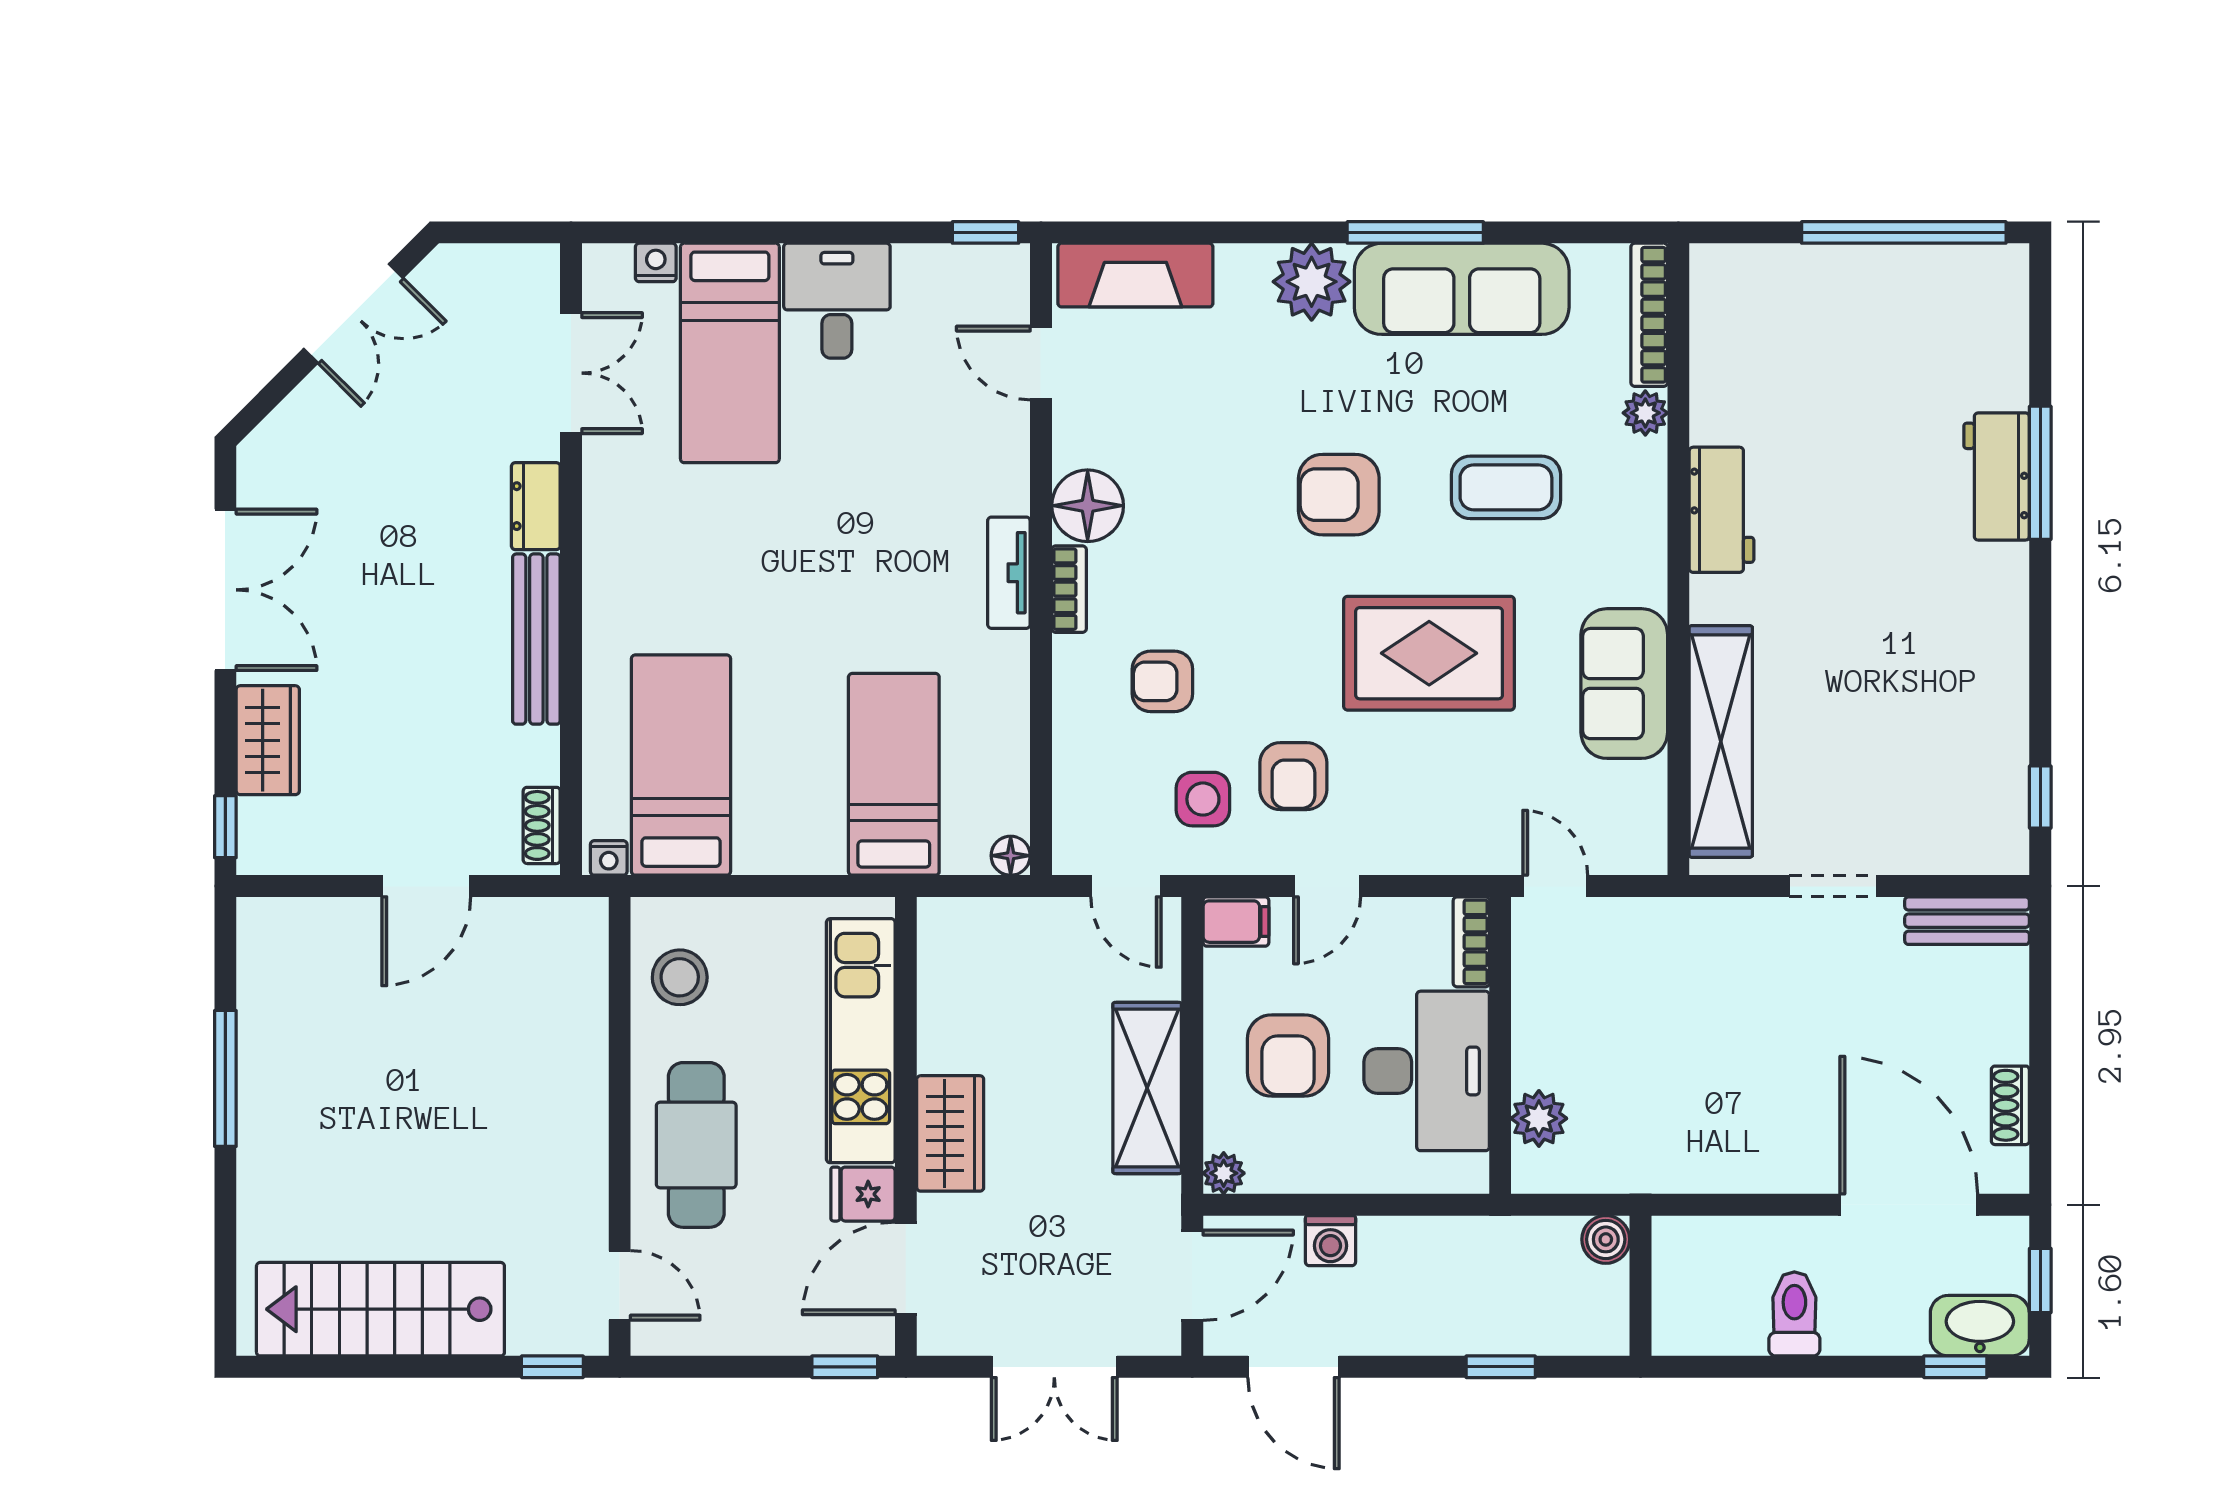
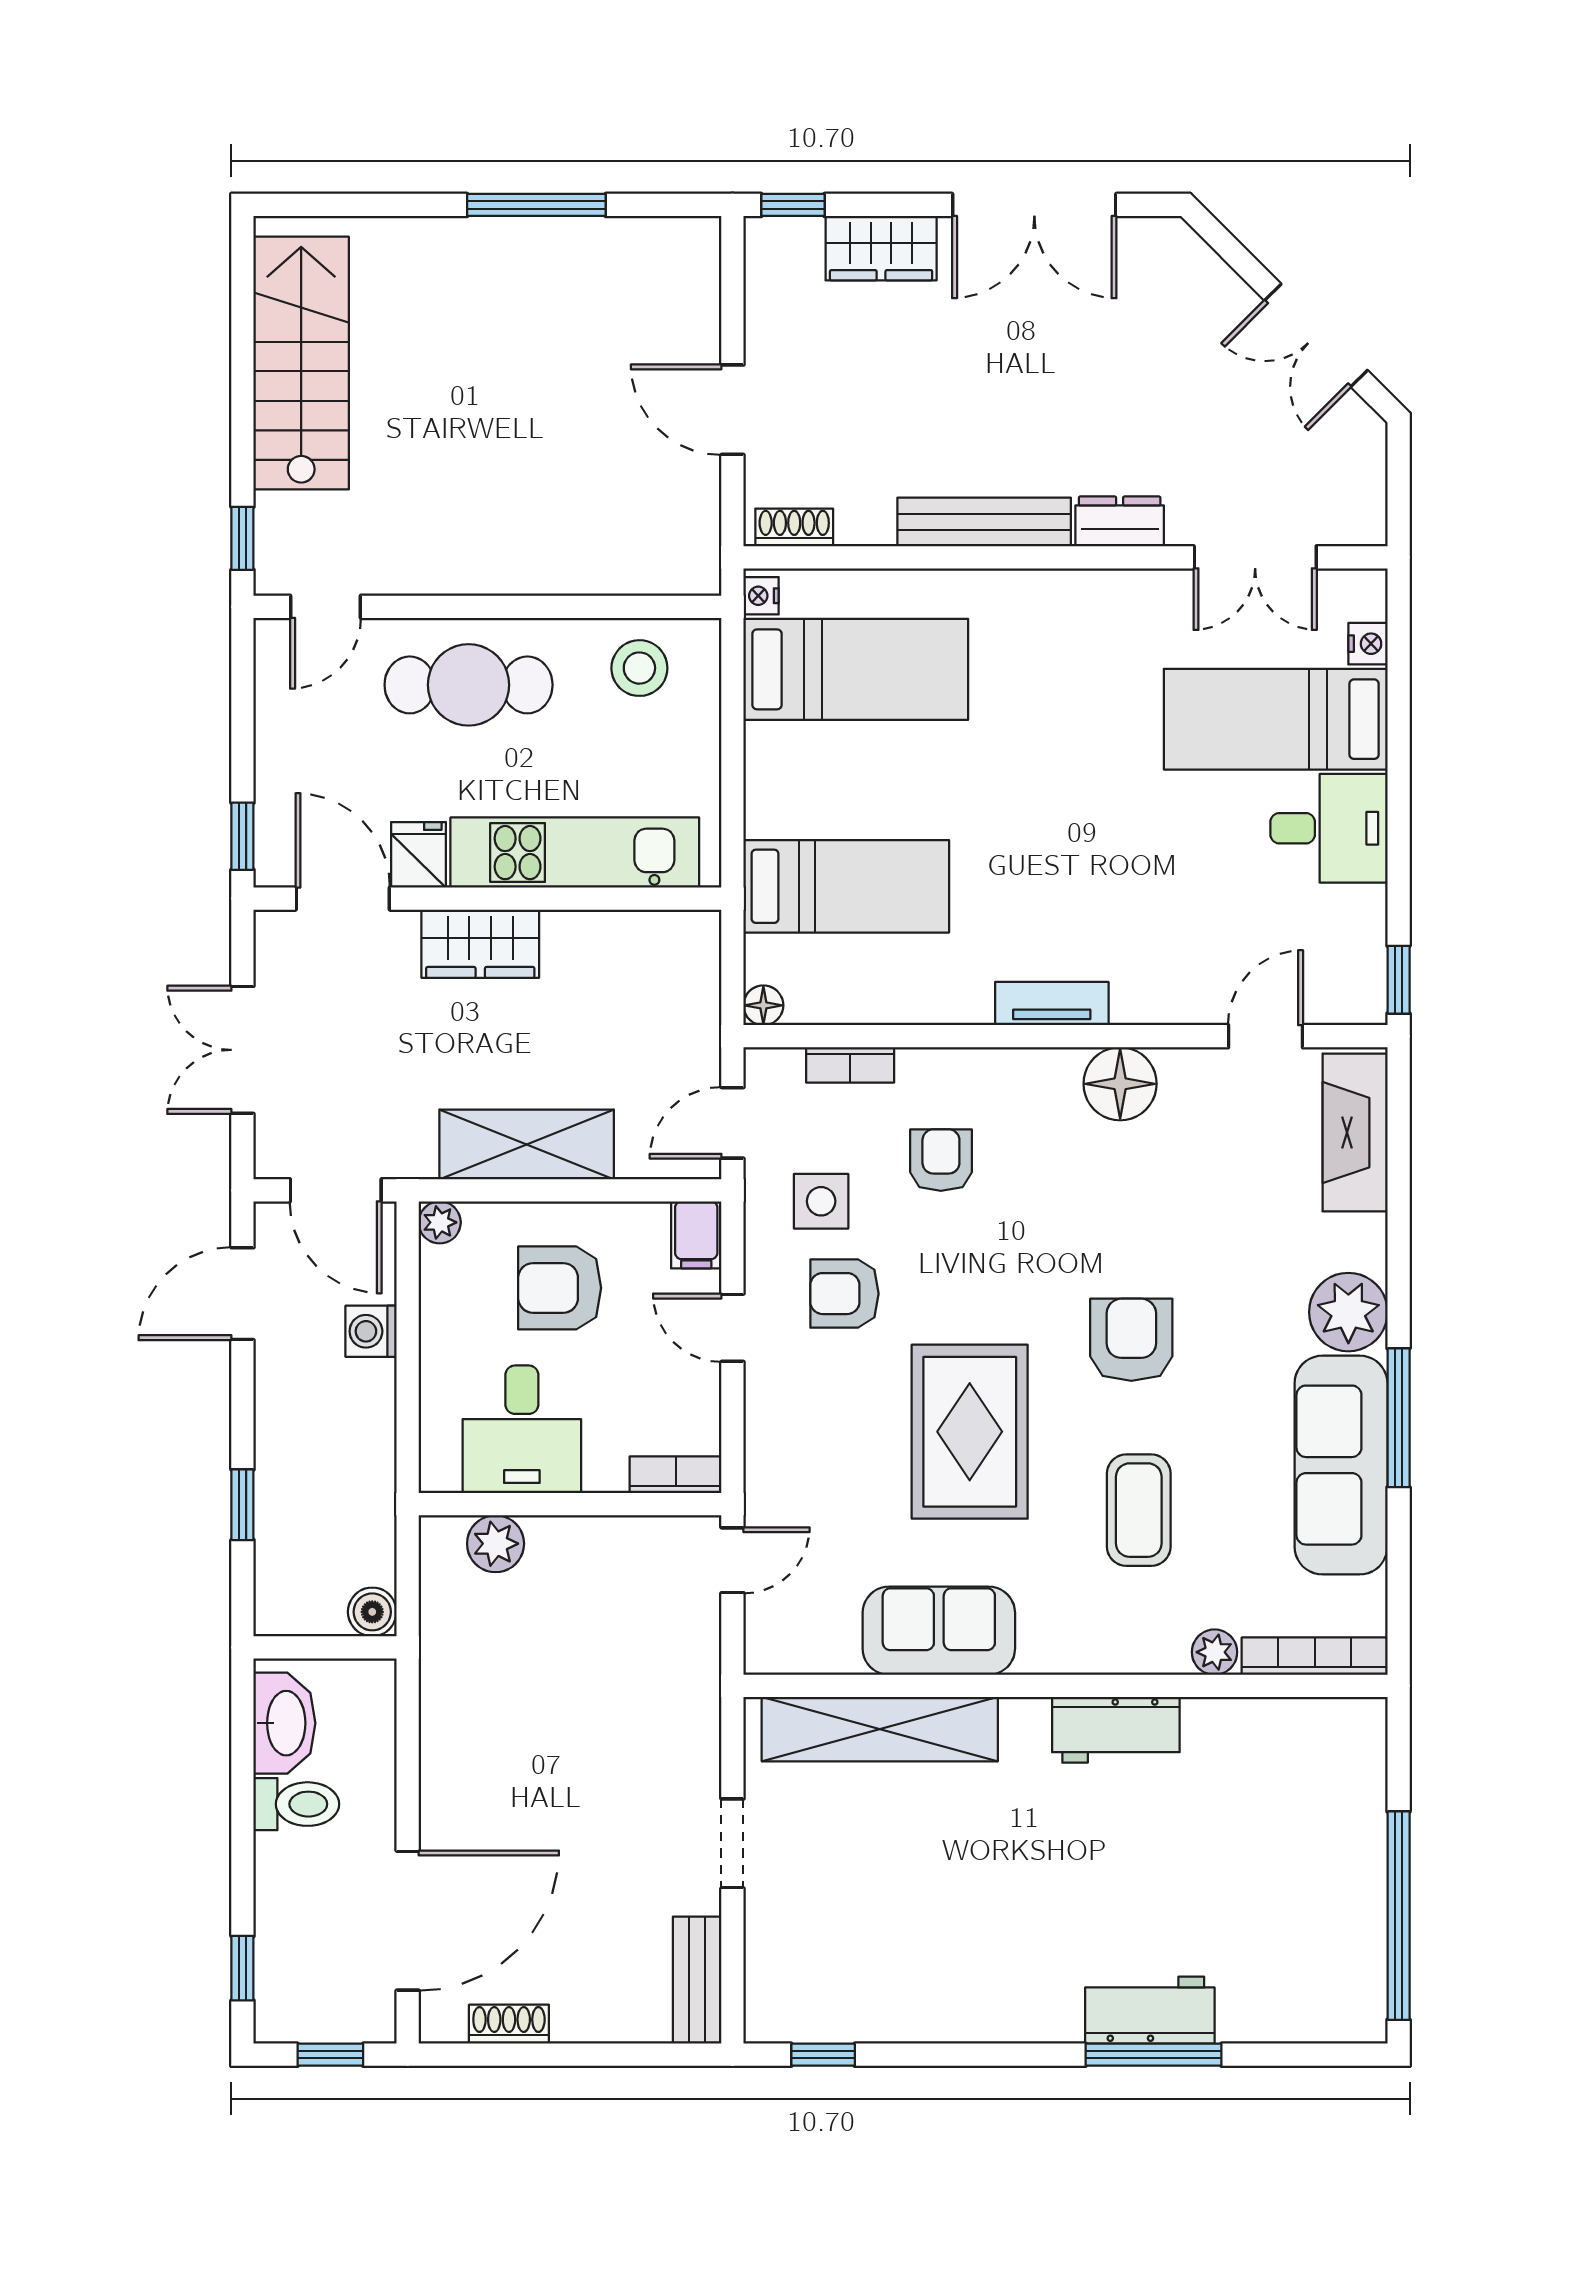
bookcase: (1069, 589) -> (850, 1065), moved
desk: (1427, 1071) -> (522, 1429), width x0.73
washbasin: (1980, 1326) -> (284, 1723), moved

